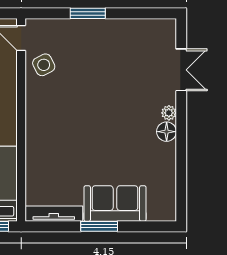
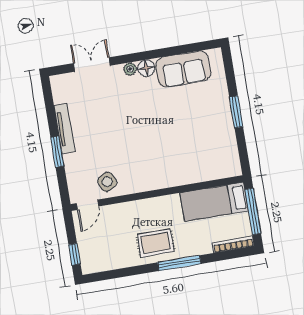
sofa: (115, 203) -> (183, 69), moved, turned -90
tv unit: (54, 214) -> (65, 129), moved, turned 180

